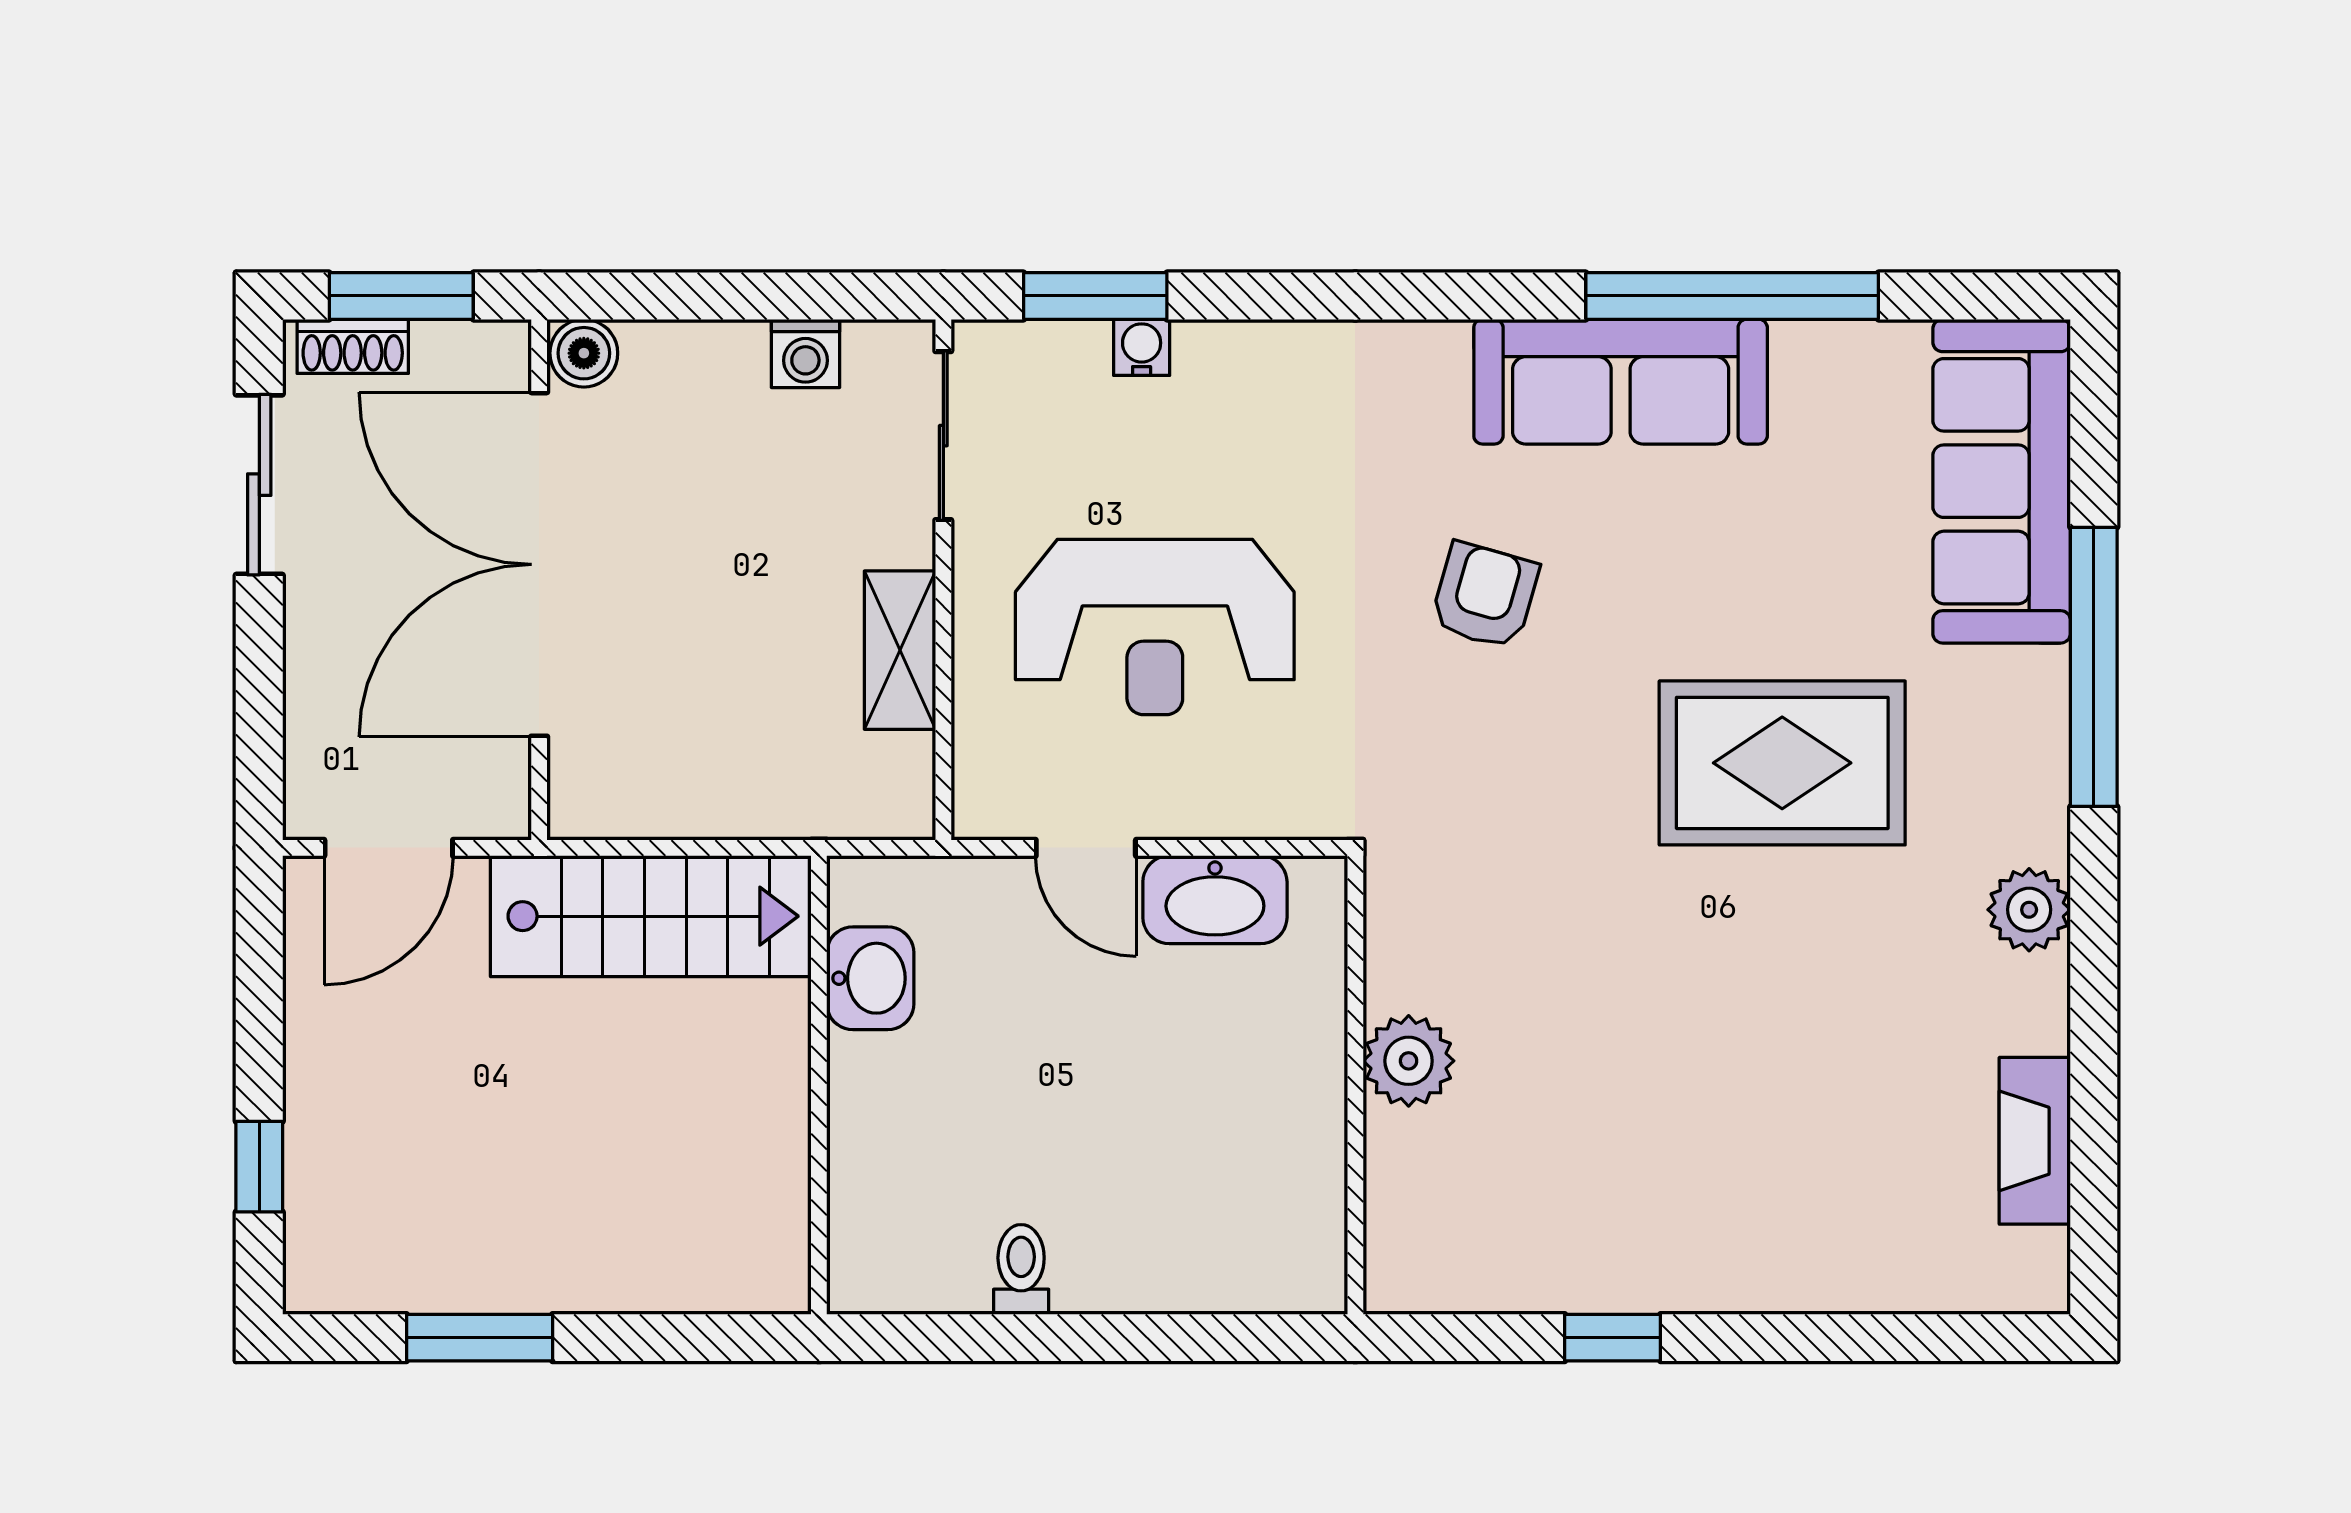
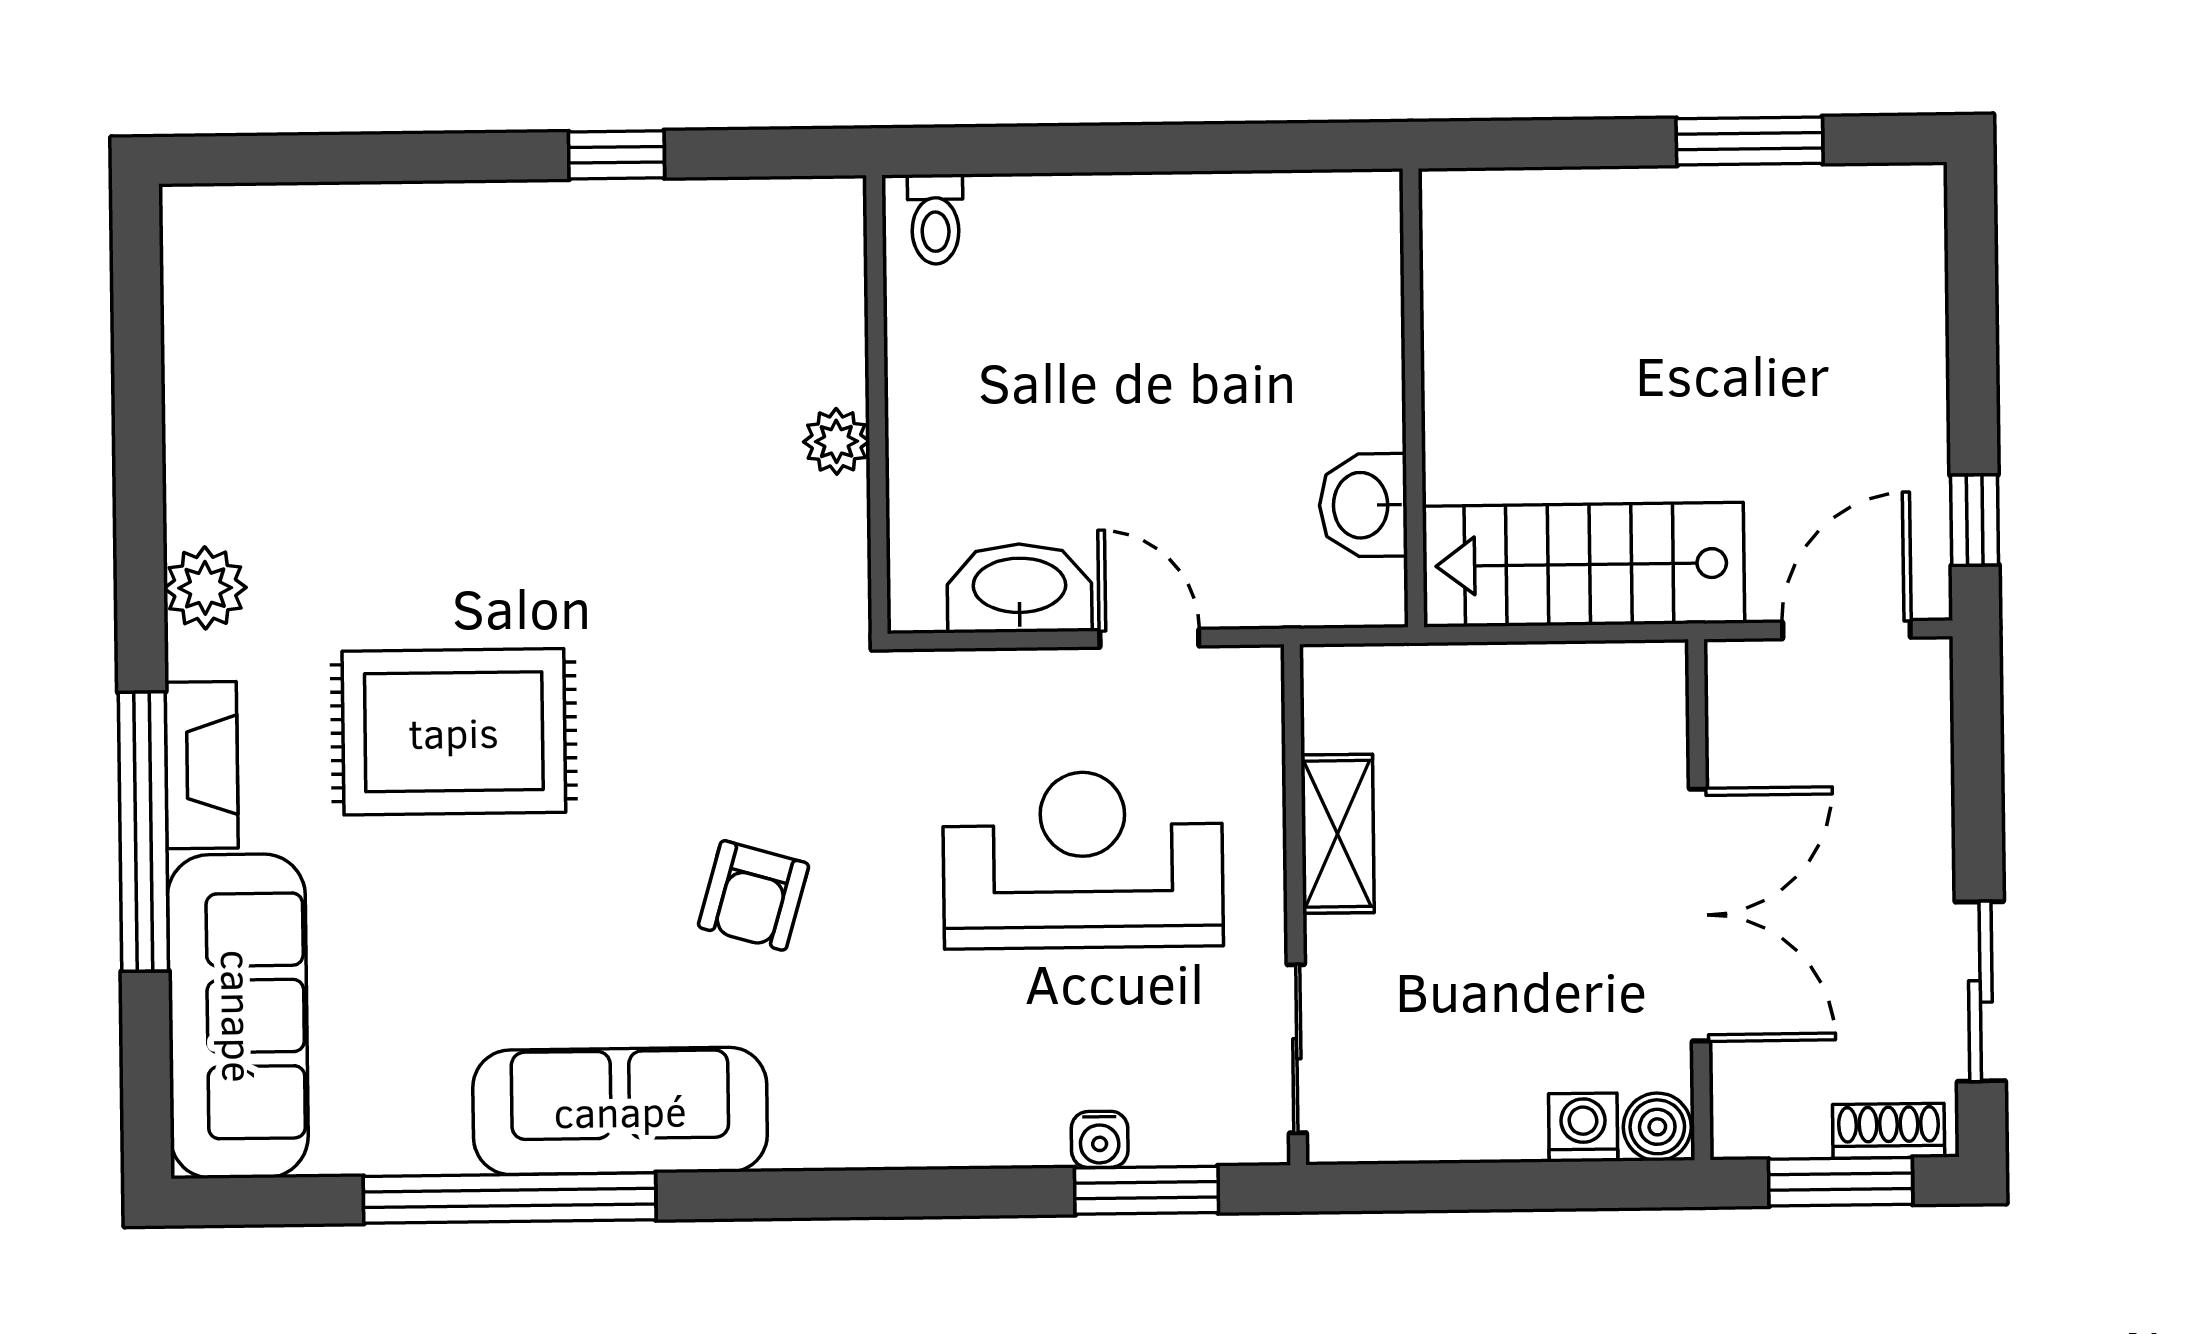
washing machine: (805, 353) -> (1583, 1127), moved
double door: (539, 564) -> (1699, 915), width x0.73
plant: (1409, 1061) -> (836, 441), width x0.73, depth x0.73
fireplace: (2035, 1141) -> (202, 765), moved
window: (259, 1167) -> (1975, 520), moved
toilet: (1021, 1269) -> (935, 219), moved

